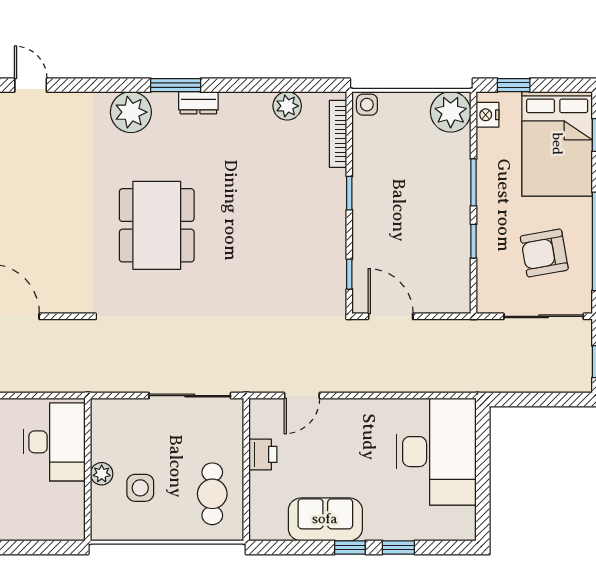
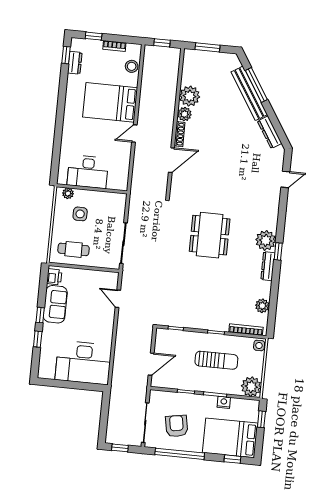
window: (176, 85) -> (278, 251), width x0.67
dresser: (198, 103) -> (268, 266), width x1.44
plant: (131, 112) -> (266, 240), moved
nightstand: (487, 115) -> (224, 402), moved
sun lounger: (405, 187) -> (216, 360), added
dining table: (157, 225) -> (210, 235), turned 90
door: (391, 316) -> (151, 364), moved
desk: (55, 442) -> (88, 172), moved
printer: (263, 454) -> (54, 277), moved, turned -90
plant: (102, 474) -> (68, 193), moved

